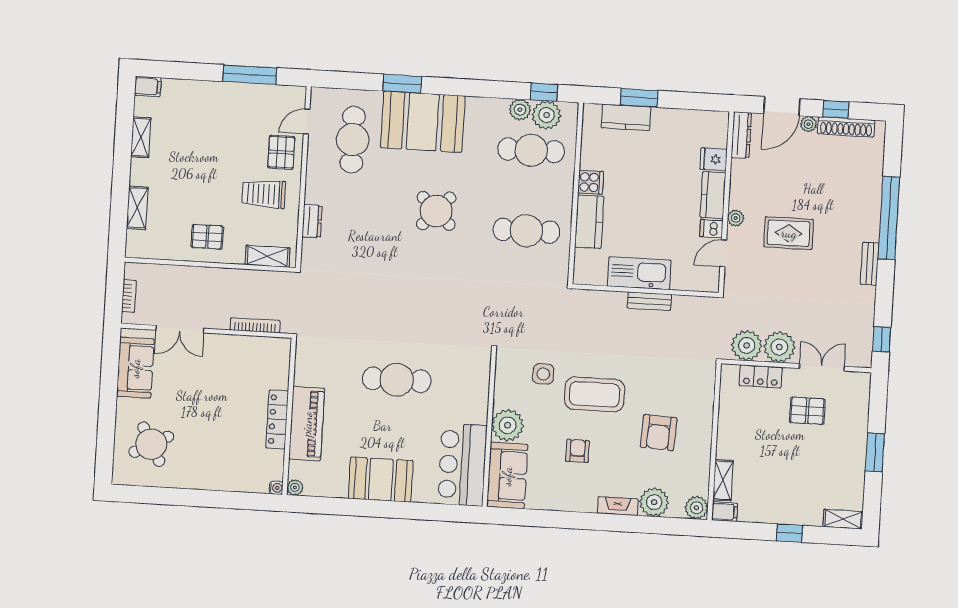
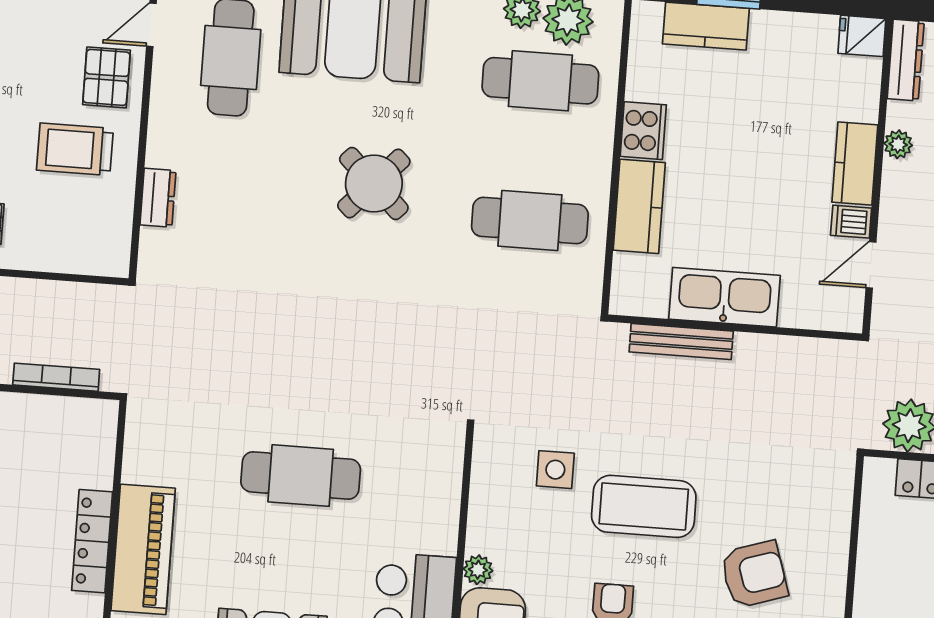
fridge: (714, 159) -> (862, 36), moved
cooker: (591, 182) -> (643, 131), width x1.36
plant: (736, 218) -> (898, 144), moved
shelving: (267, 256) -> (80, 258), removed
bench: (649, 301) -> (681, 342), moved, width x1.36
plant: (508, 425) -> (478, 570), width x0.53, depth x0.53
armchair: (659, 433) -> (754, 574), turned -111

